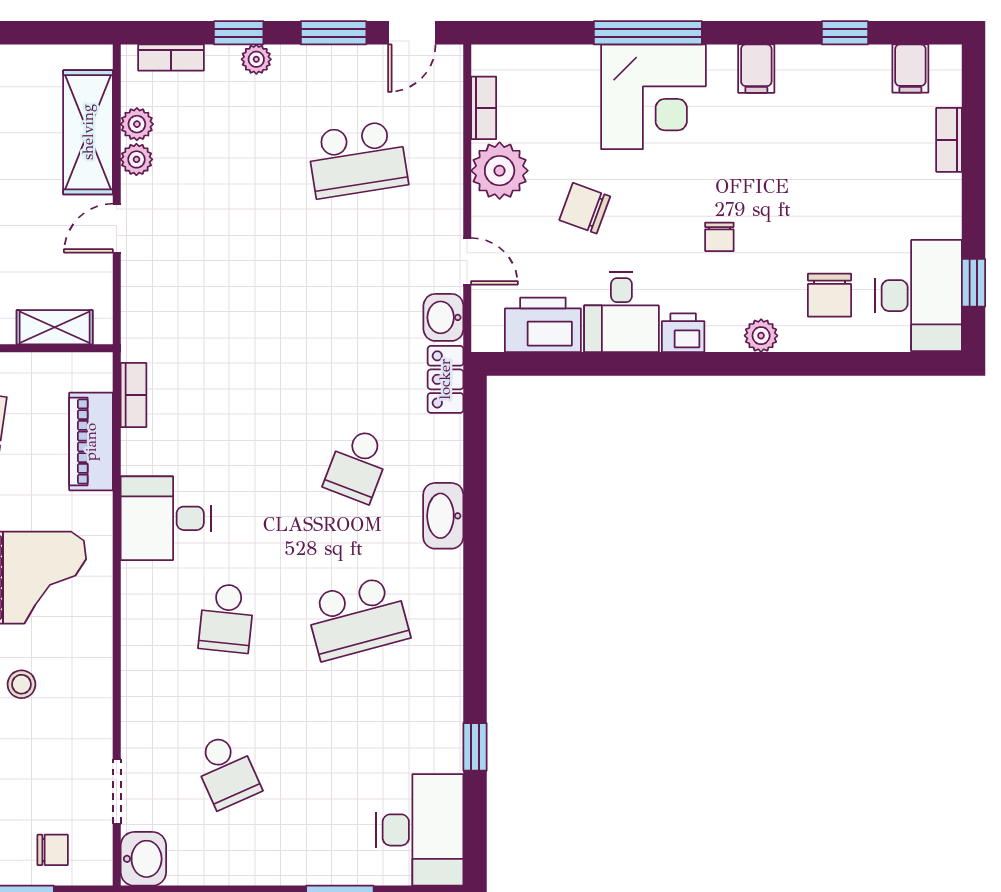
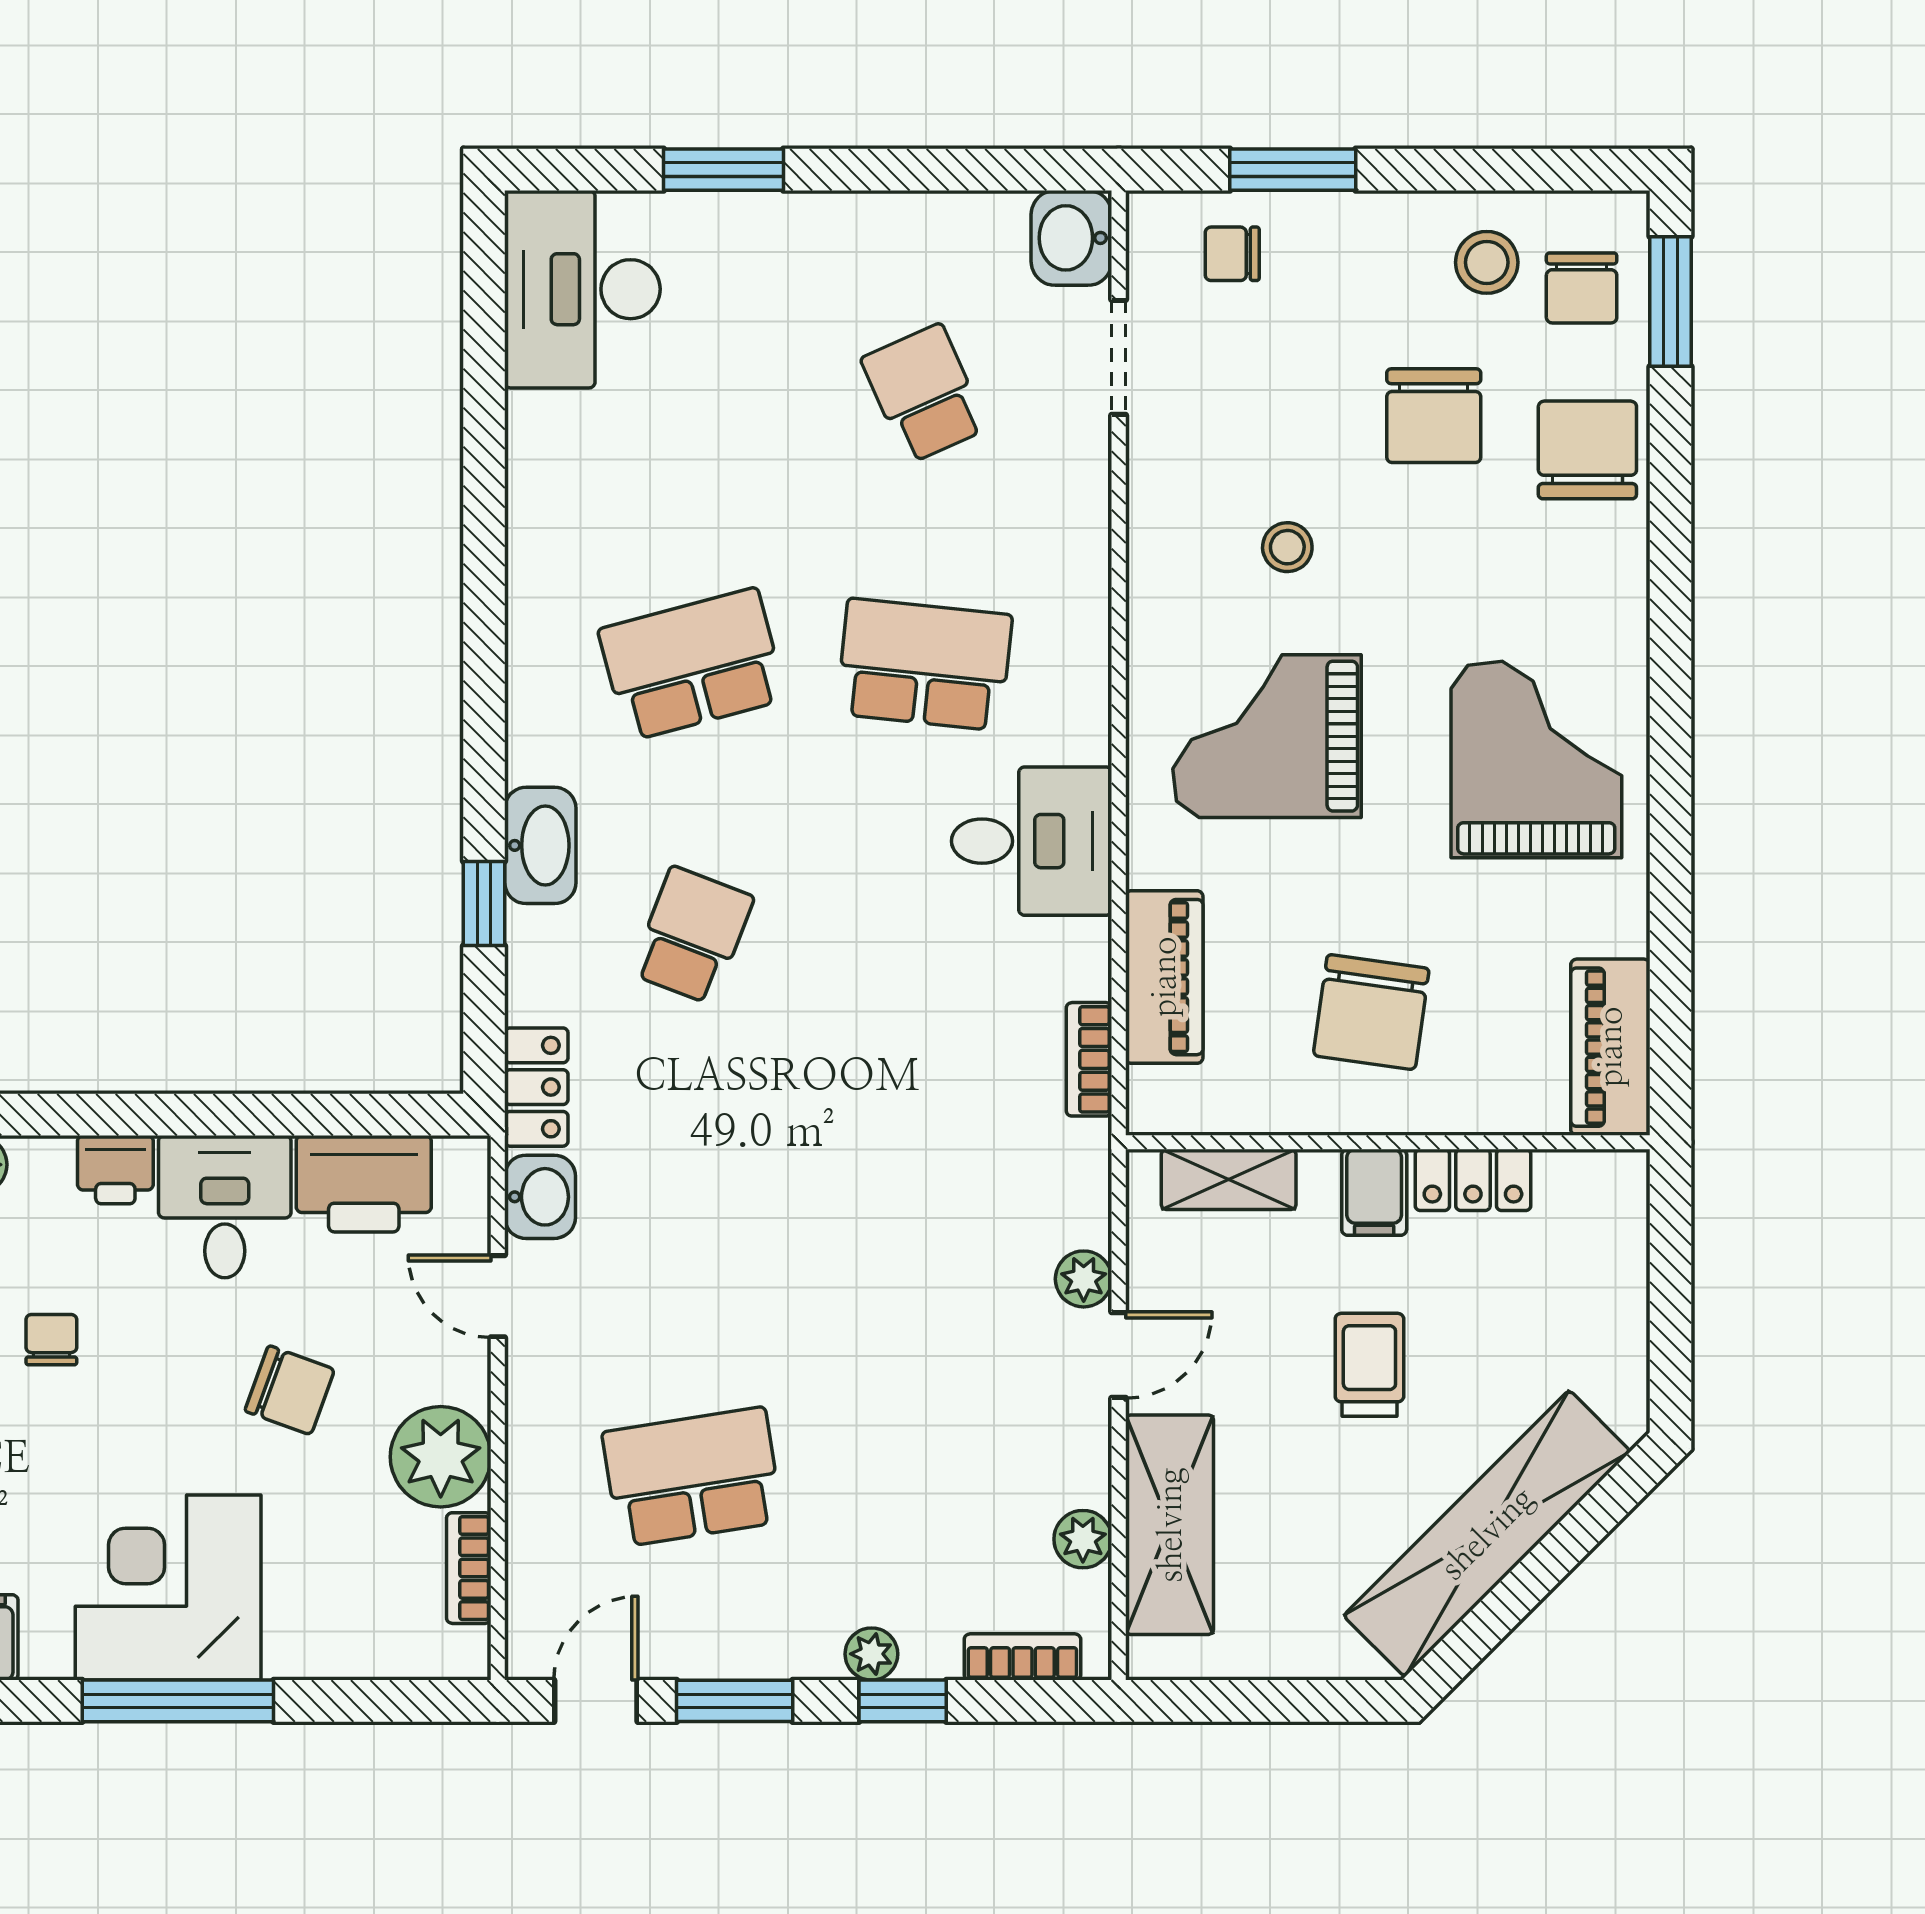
plant: (136, 159) -> (1084, 1279), moved
school desk: (226, 618) -> (924, 664), width x1.85
window: (475, 747) -> (484, 903), moved

